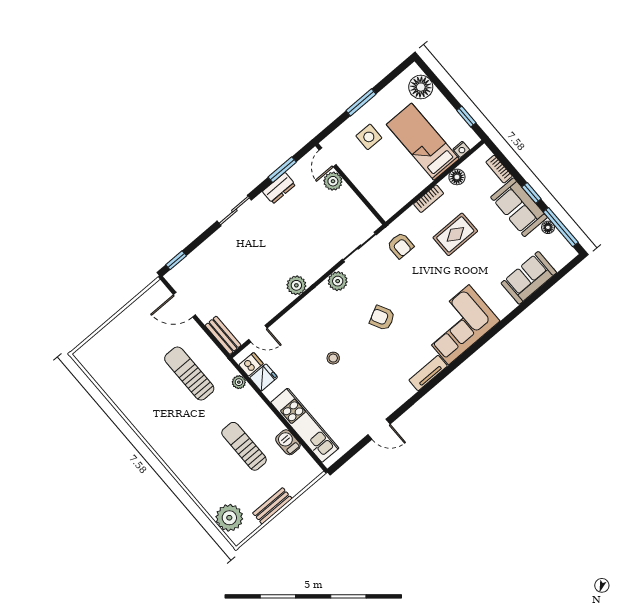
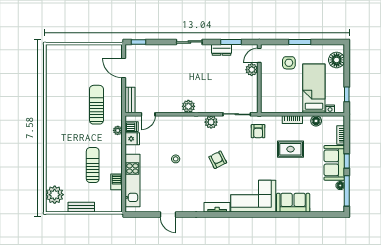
sofa: (529, 278) -> (293, 203), moved
door: (258, 334) -> (148, 114), hinge flipped

